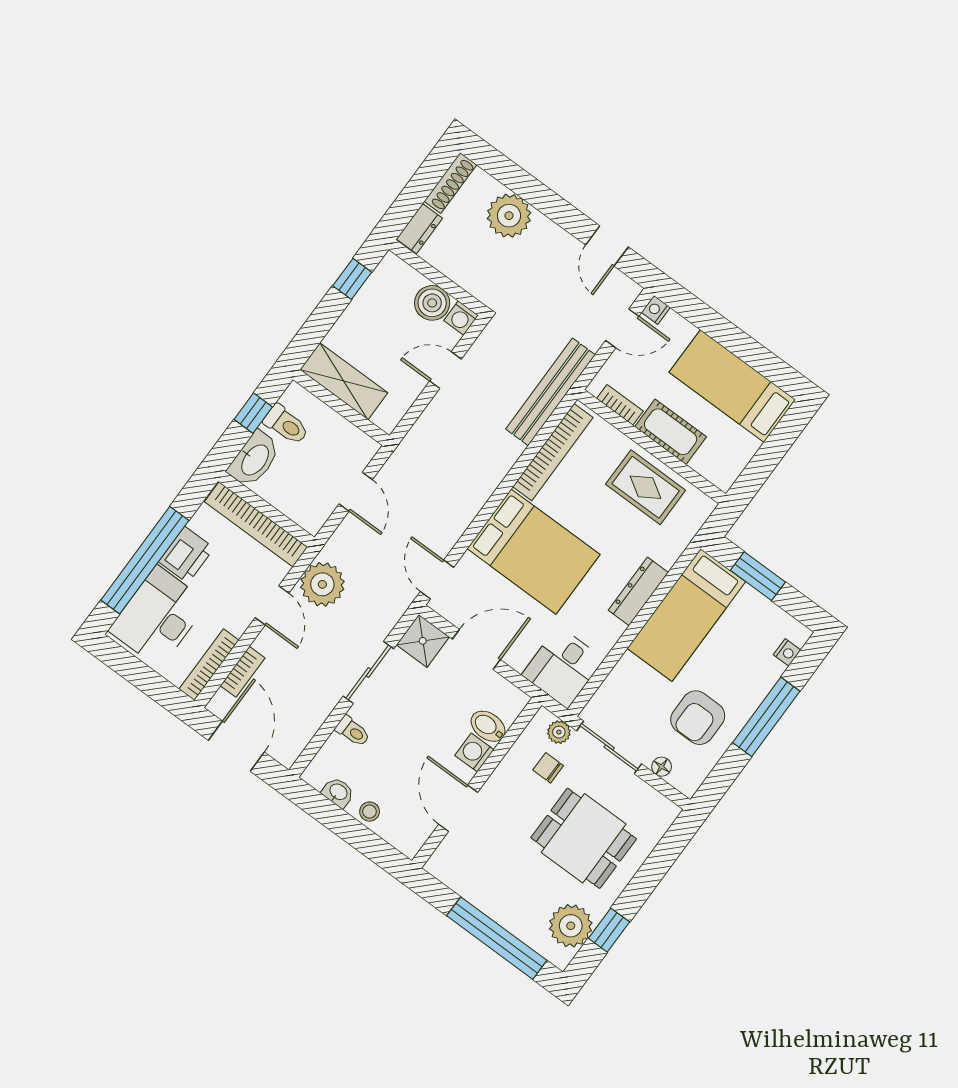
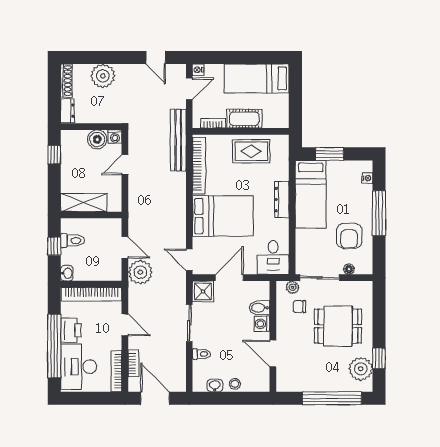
washbasin: (254, 459) -> (67, 273), width x0.52, depth x0.69
plant: (322, 584) -> (140, 272), moved

